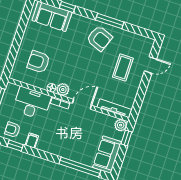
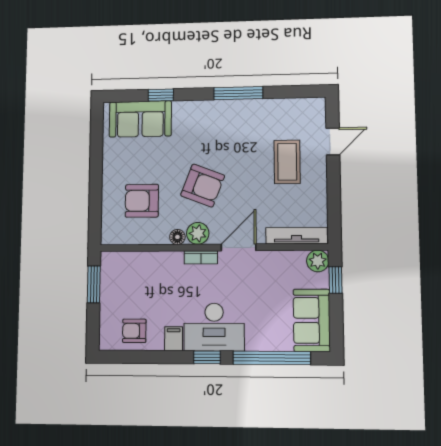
armchair: (99, 38) -> (203, 186), moved
desk: (32, 103) -> (214, 327), moved, turned 180
window: (15, 146) -> (207, 357), moved

